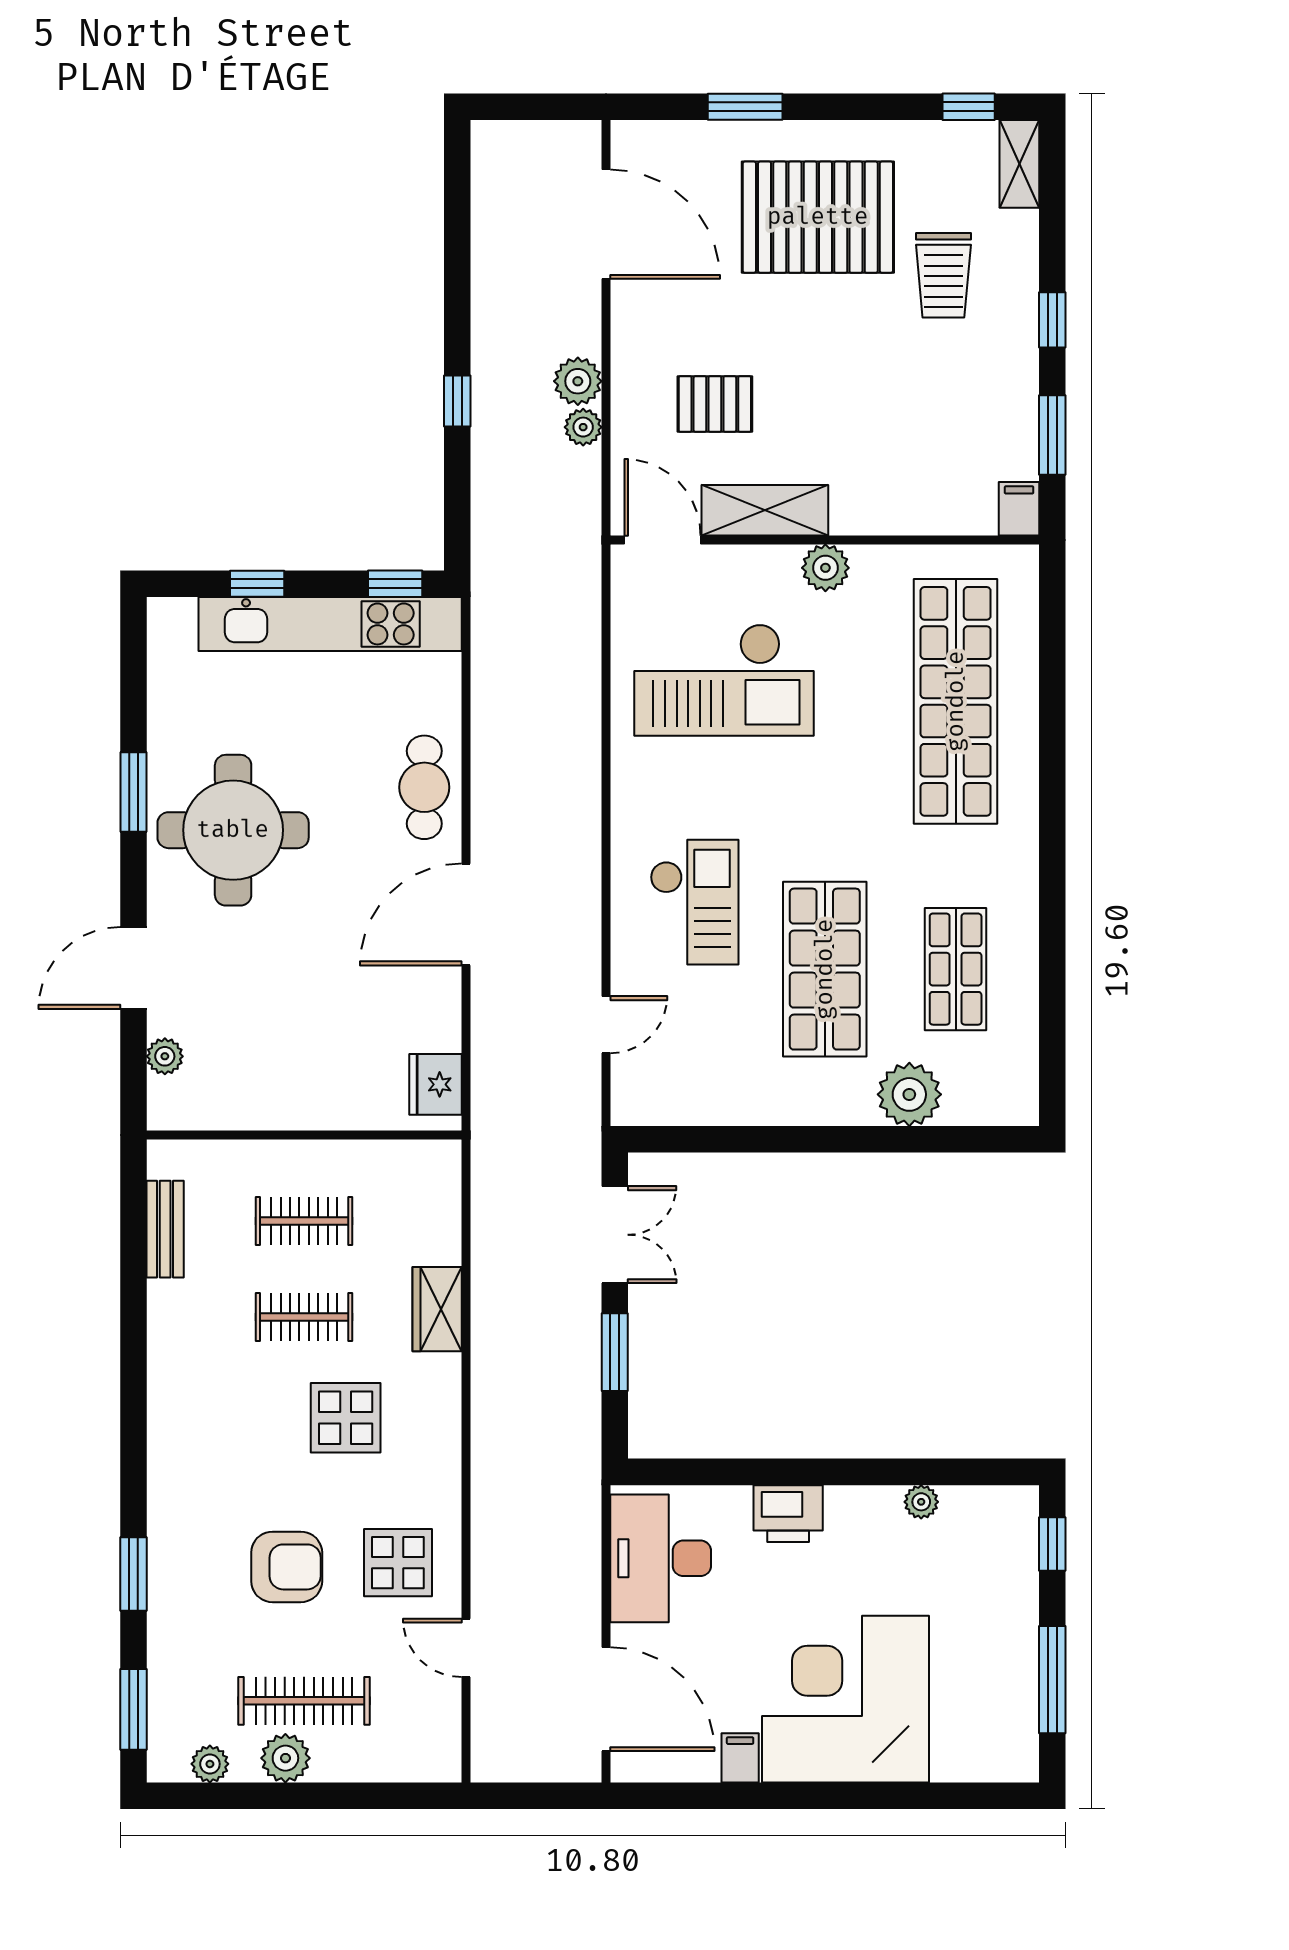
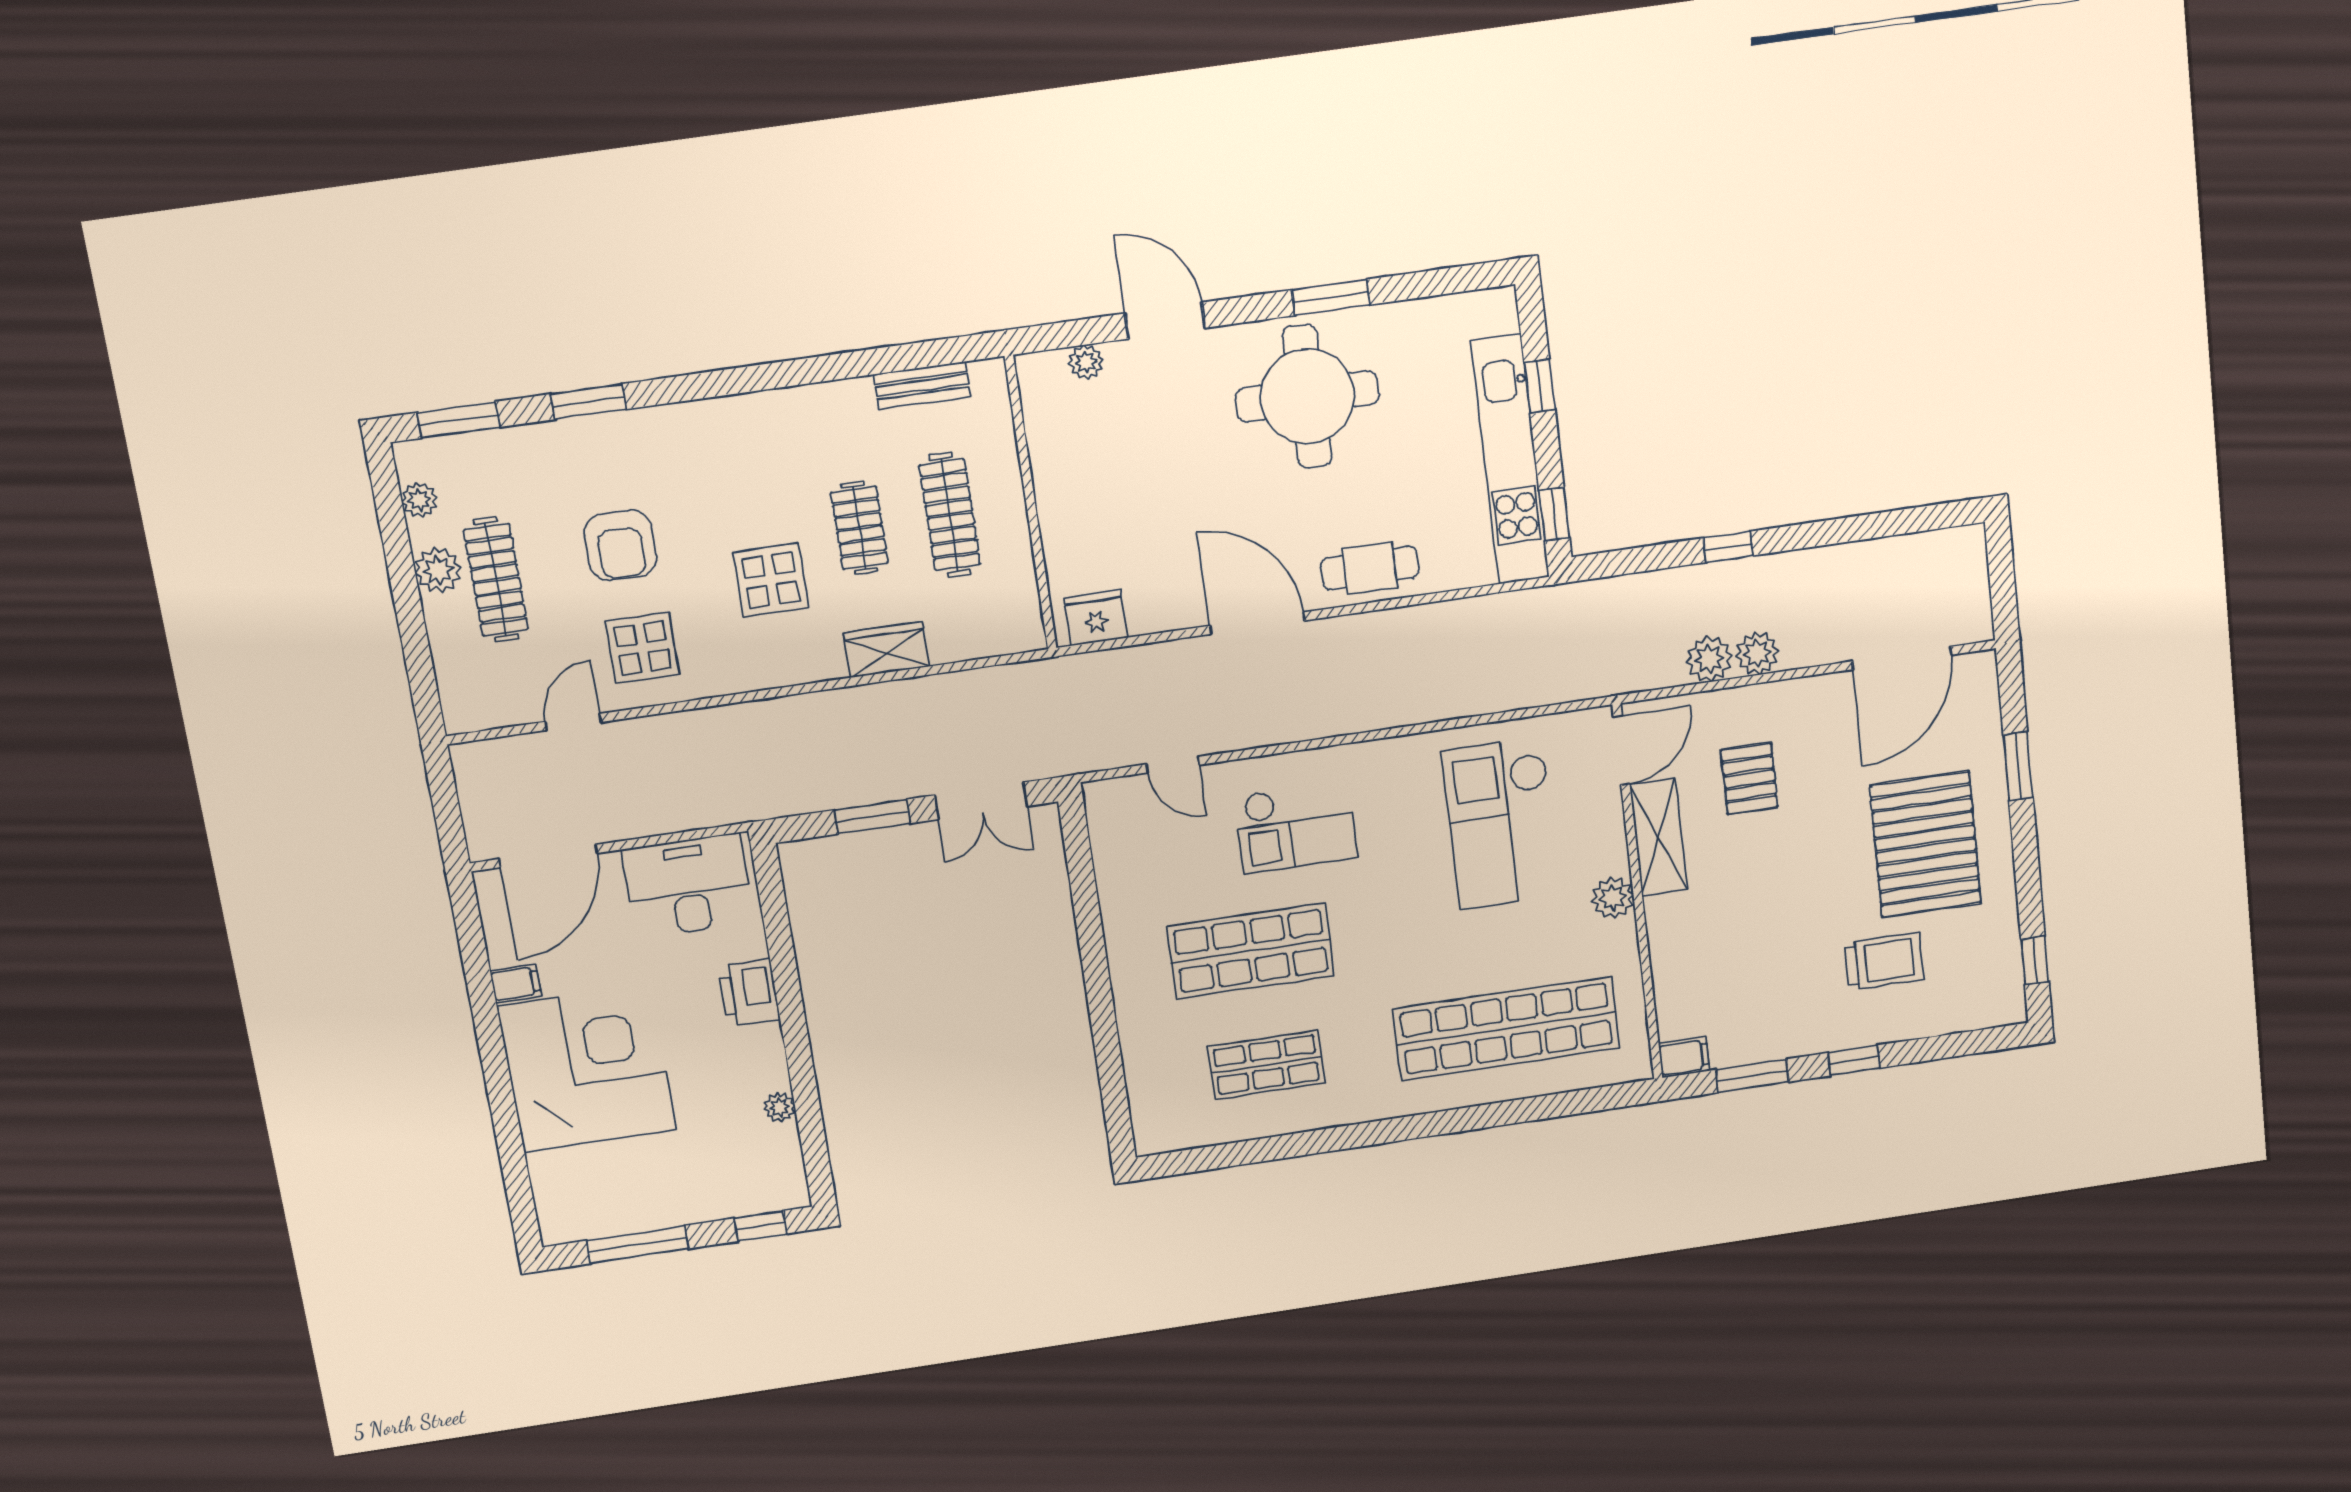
shelving: (1019, 164) -> (1988, 1012), removed
trolley: (943, 275) -> (1884, 961), turned 180
plant: (583, 427) -> (1709, 659), width x1.38, depth x1.38
plant: (909, 1094) -> (1148, 1042), removed
clothes rail: (304, 1221) -> (950, 515), width x1.36

